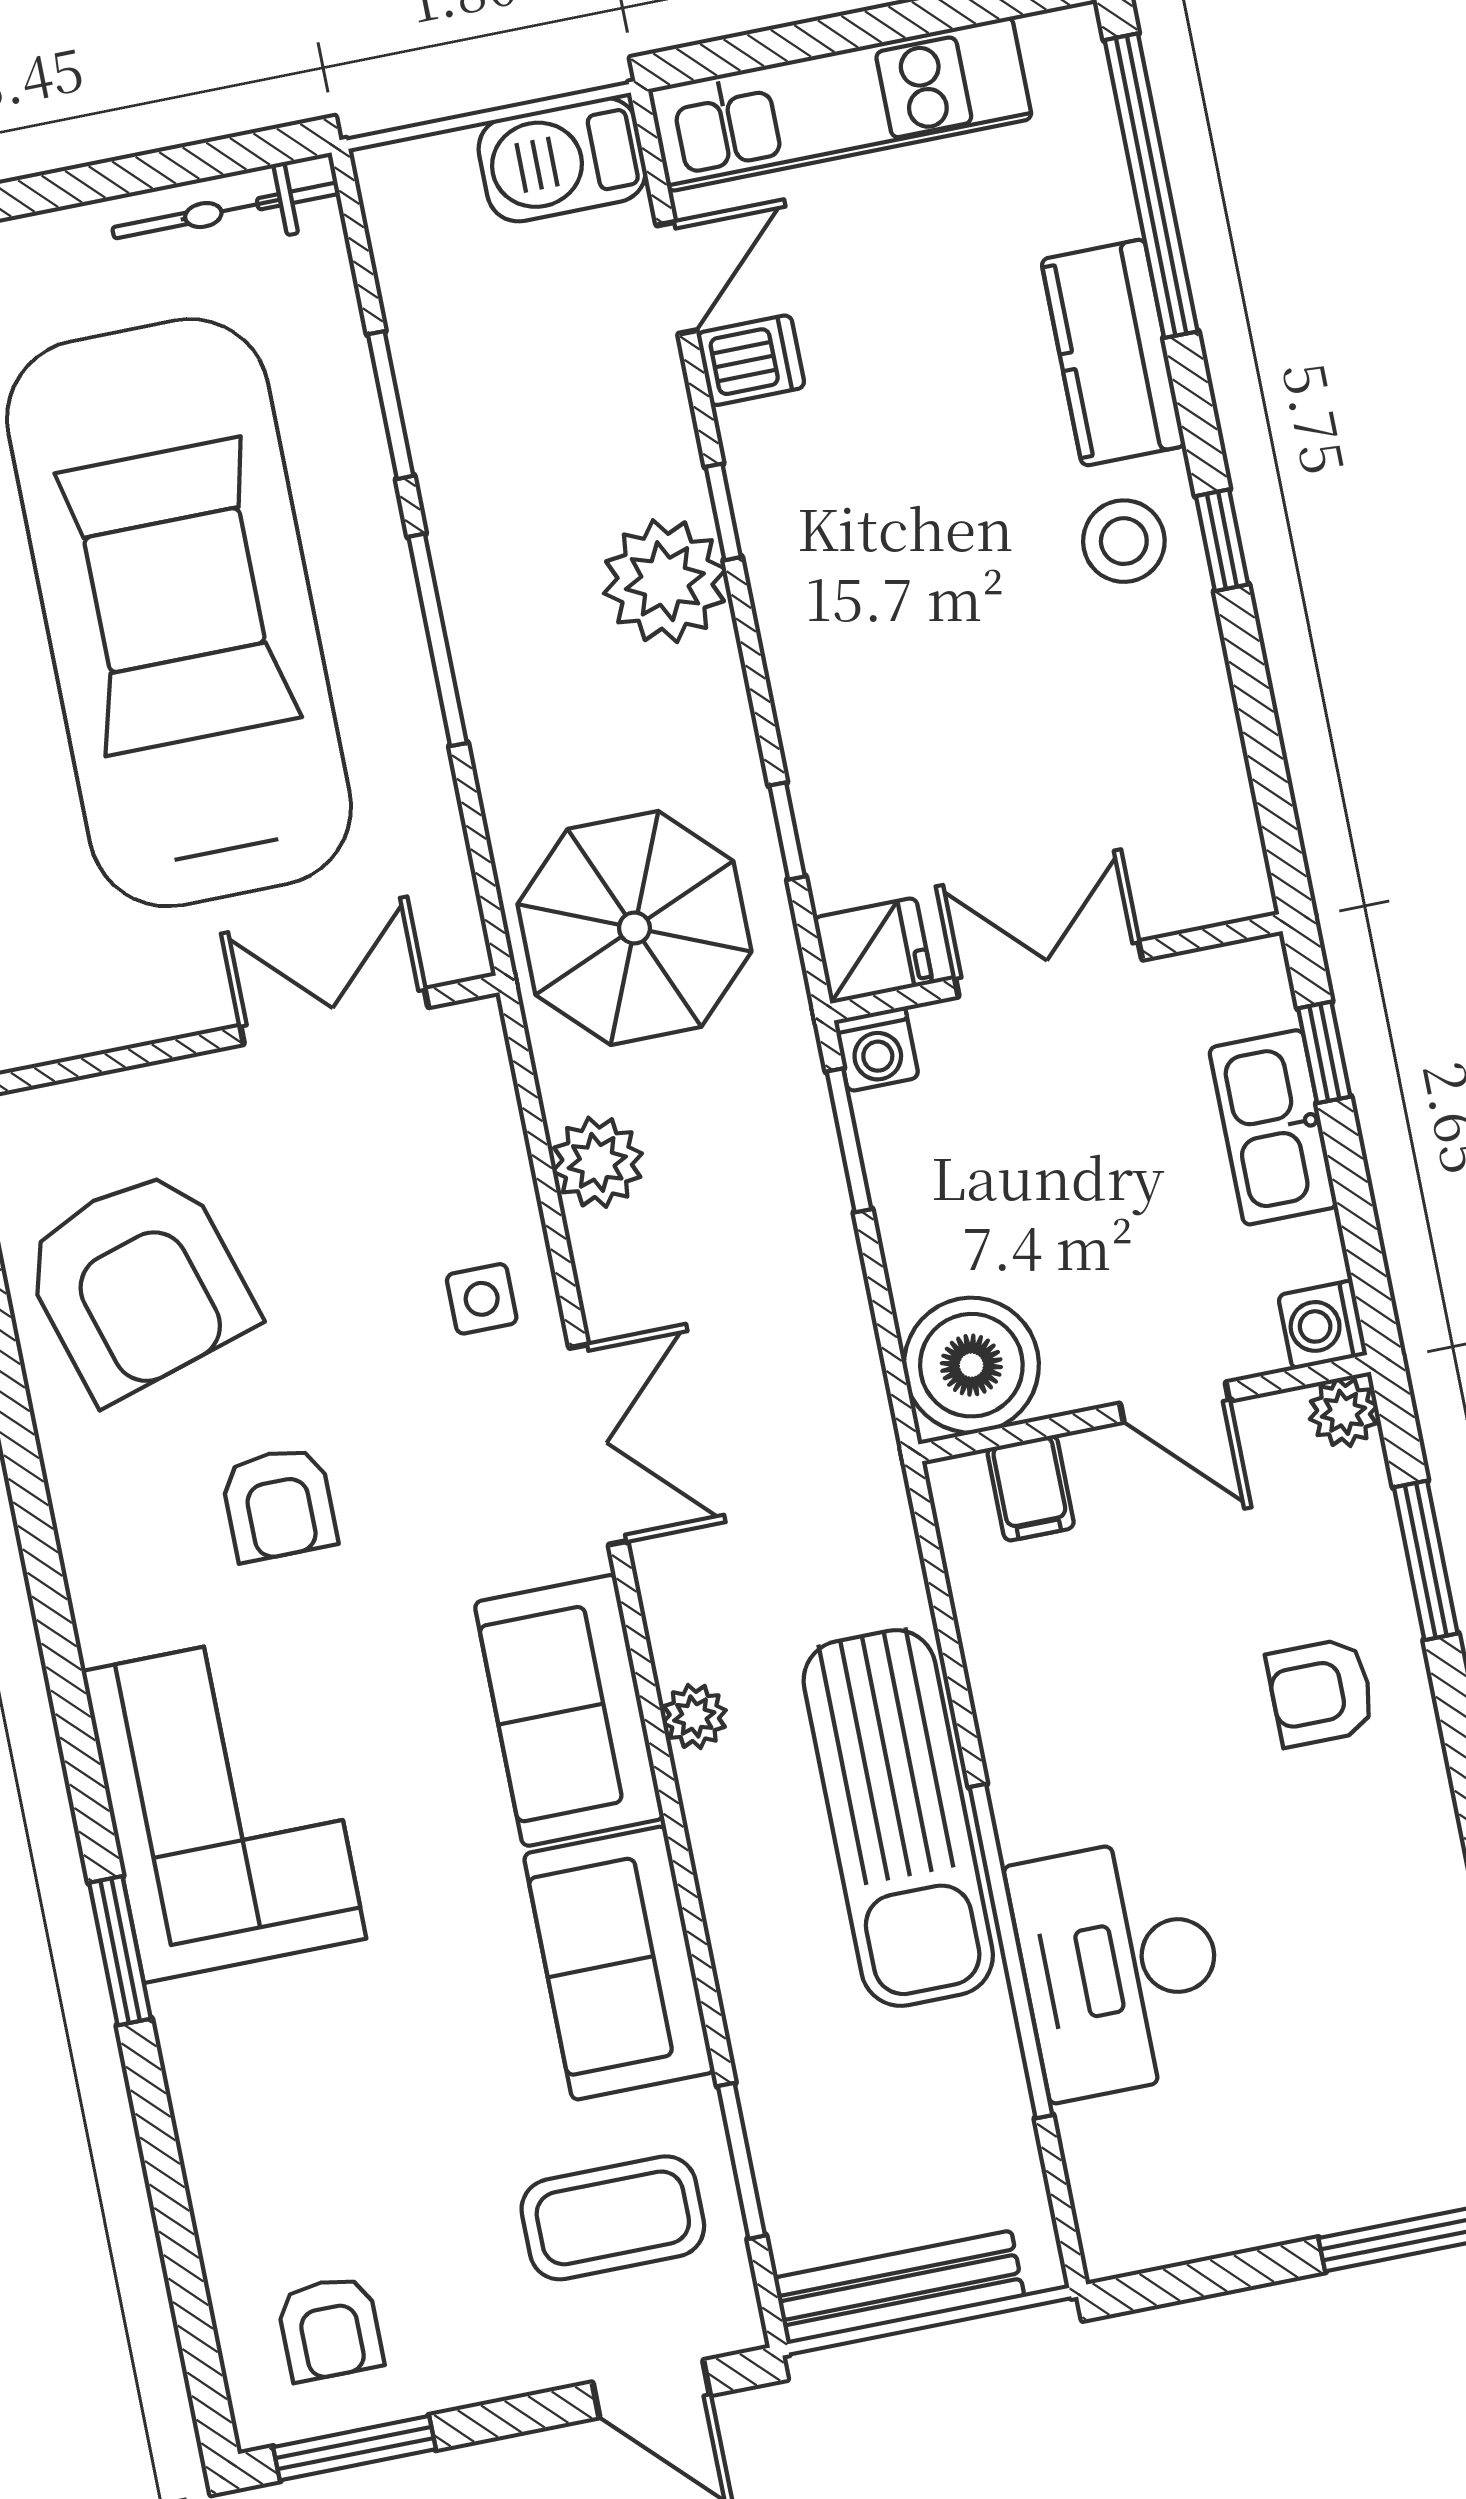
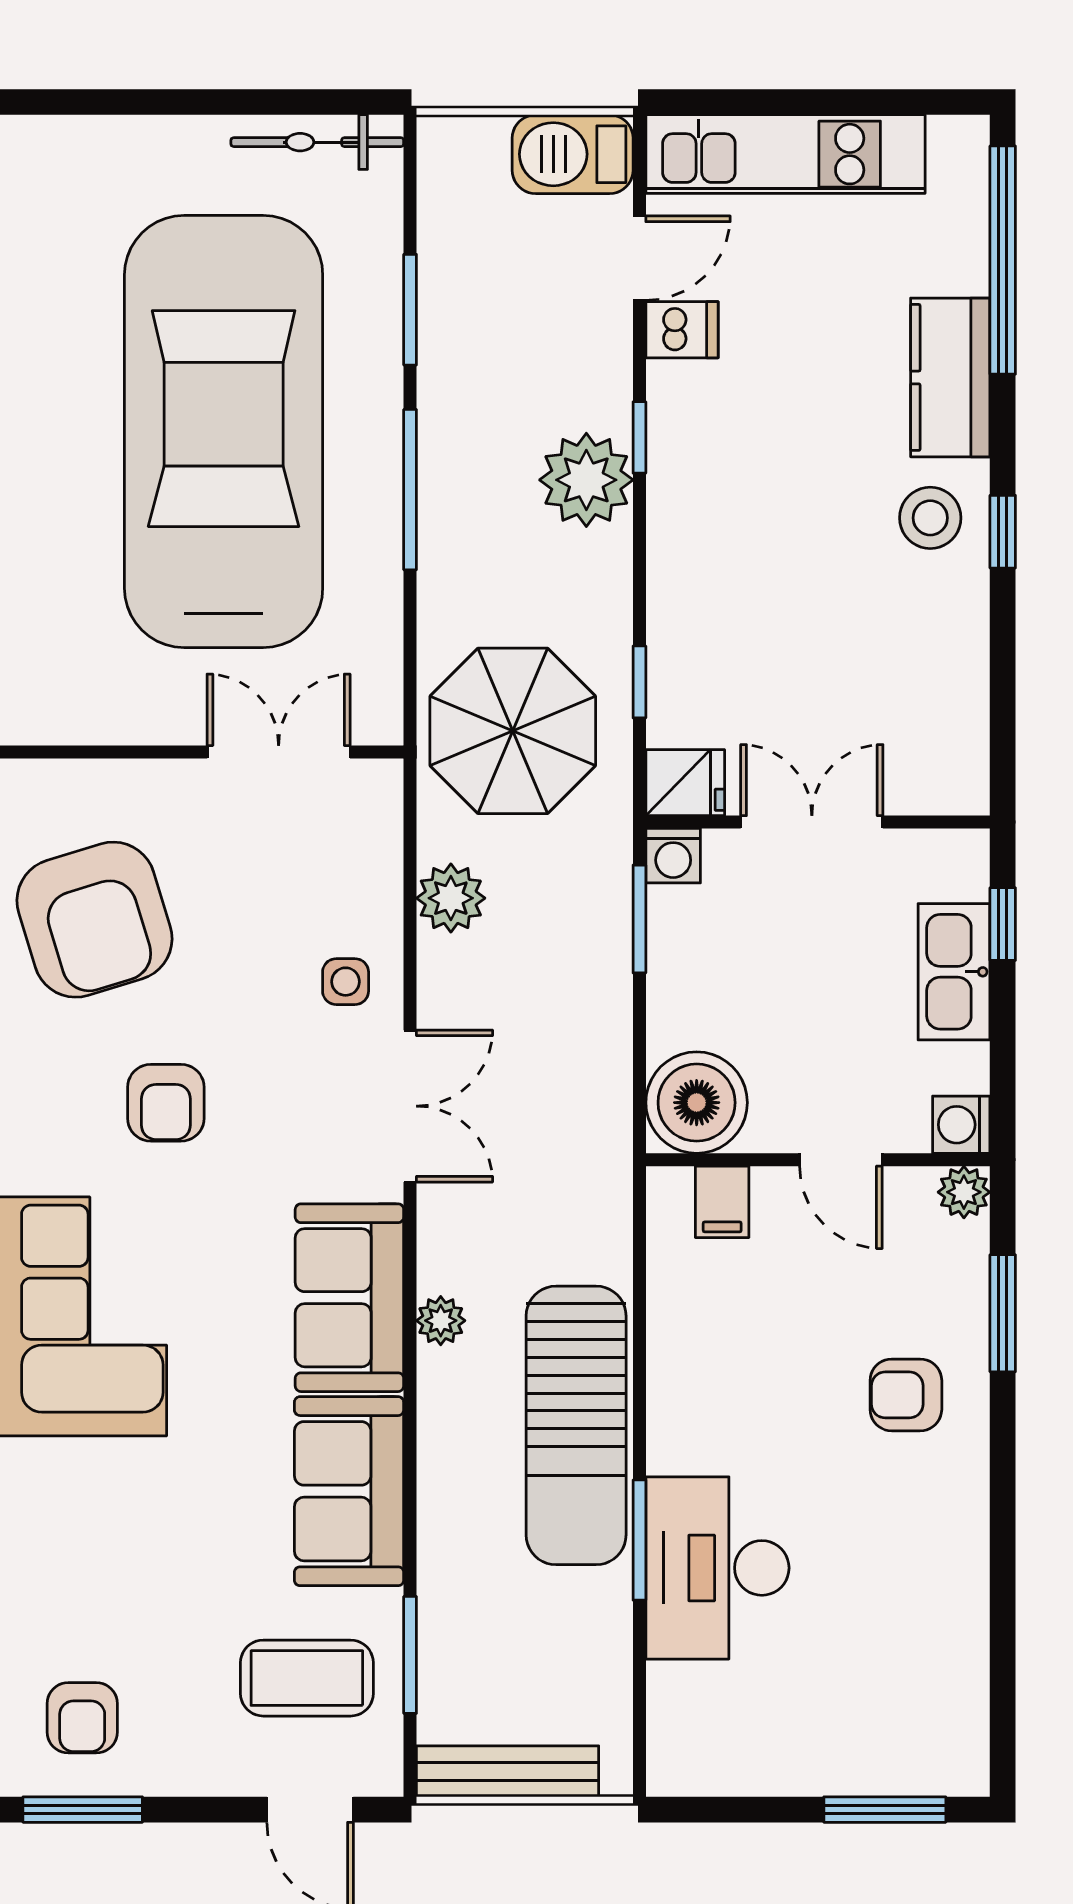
window: (1011, 1951) -> (639, 1540), width x0.47

